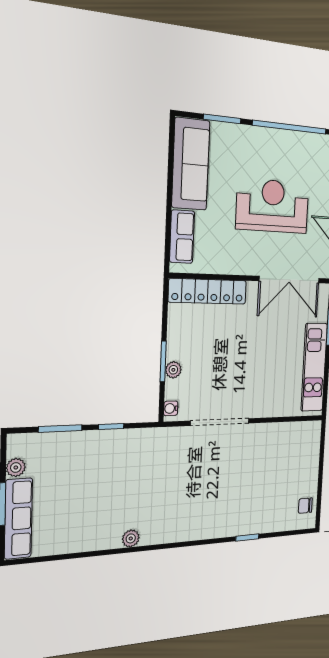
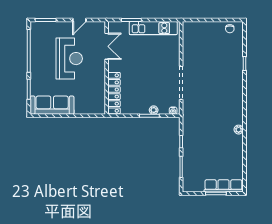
reception desk: (273, 206) -> (69, 59), turned 180
row of seats: (182, 237) -> (88, 108), removed
double door: (289, 280) -> (107, 46), width x0.73
plant: (16, 467) -> (199, 188), removed

